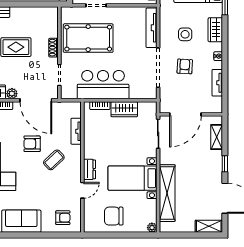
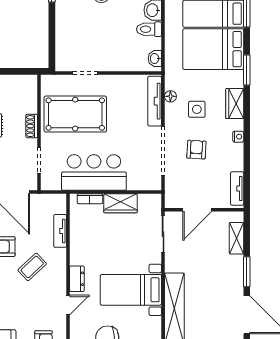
floor lamp: (164, 24) -> (170, 96), added
tv unit: (217, 83) -> (237, 188), moved
door: (185, 114) -> (197, 210), width x0.73
window: (225, 164) -> (247, 272), width x1.50

